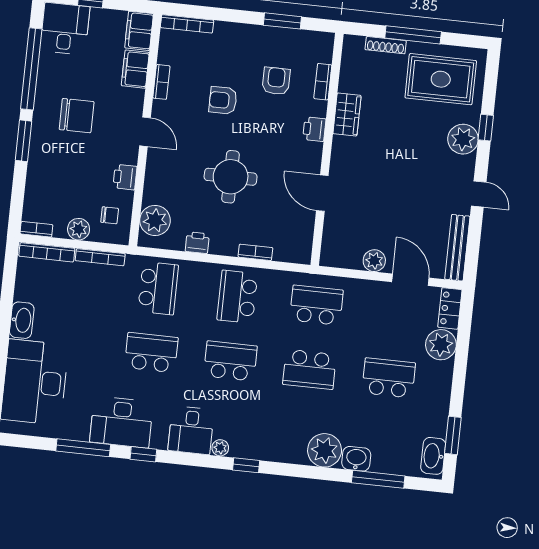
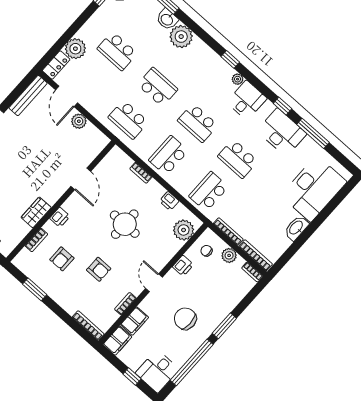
school desk: (237, 297) -> (168, 156), turned 180

